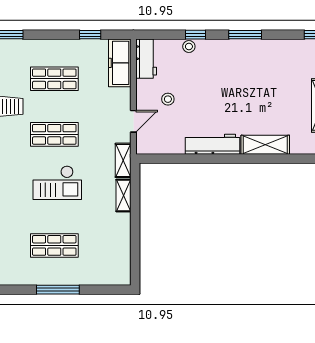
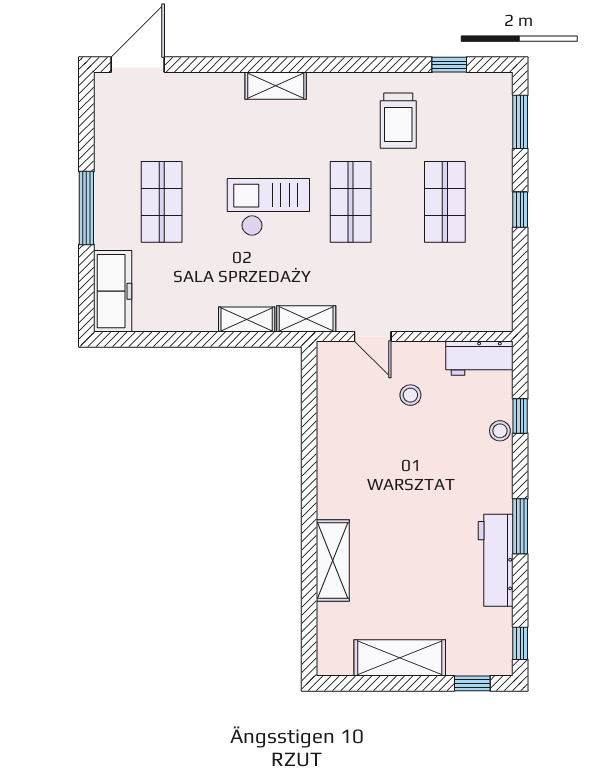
window: (90, 35) -> (520, 210), moved
window: (196, 35) -> (520, 416), moved
freezer: (120, 63) -> (113, 291), moved, turned 90
workbench: (213, 144) -> (496, 560), moved, turned 180
checkout: (57, 183) -> (268, 207), turned 90

